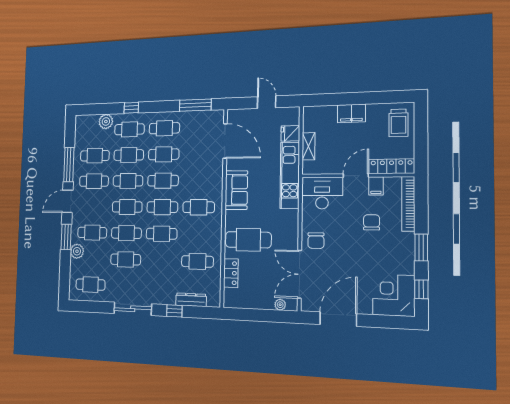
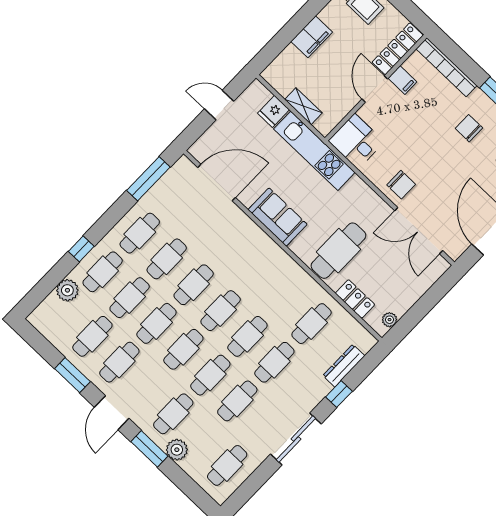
window: (69, 165) -> (72, 375), width x0.69
desk: (322, 193) -> (356, 141), width x0.73
cafe table: (199, 207) -> (274, 362), moved
chair: (372, 222) -> (469, 128), moved
plant: (280, 305) -> (390, 320), moved

